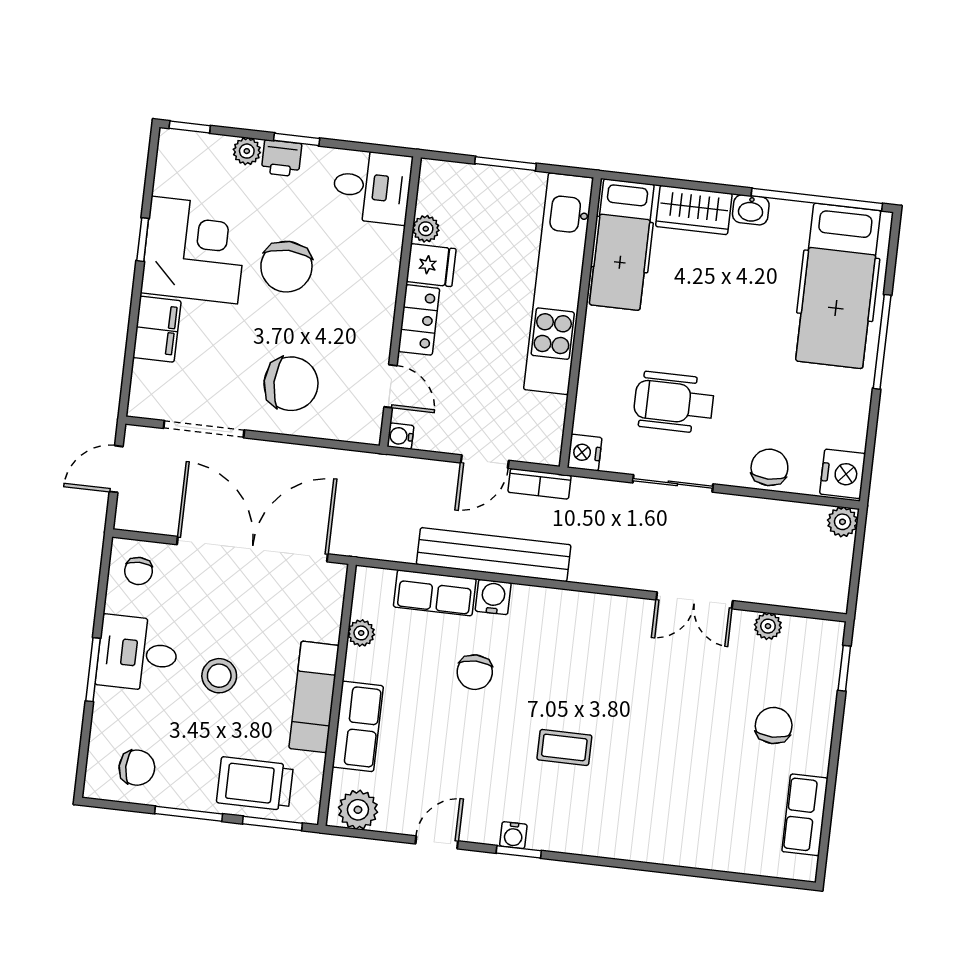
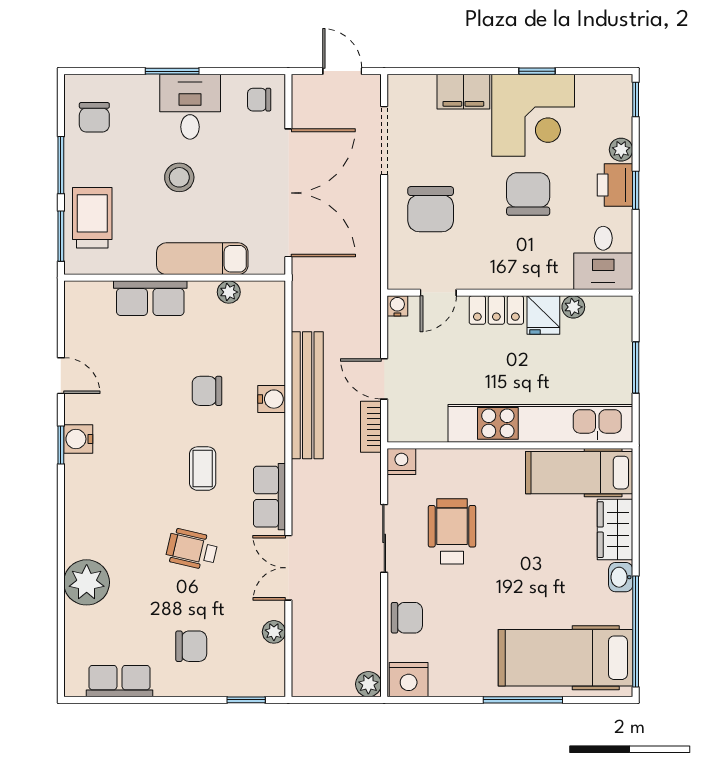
printer: (281, 158) -> (615, 185), width x1.36, depth x1.24
chair: (286, 267) -> (528, 194), turned 89
row of seats: (435, 593) -> (269, 497), moved
exam couch: (314, 697) -> (202, 259), moved
wheelchair: (659, 712) -> (192, 549), added
coffee table: (564, 747) -> (203, 469), moved
plant: (358, 810) -> (87, 582), moved, width x1.36, depth x1.36
water cooler: (513, 835) -> (78, 439), width x1.38, depth x1.38

